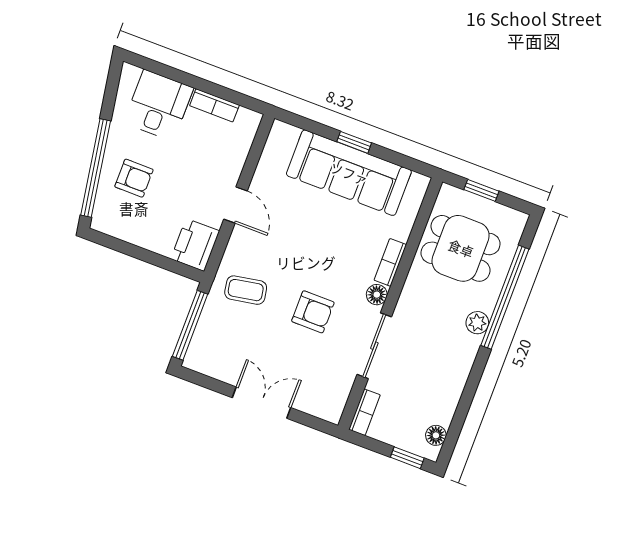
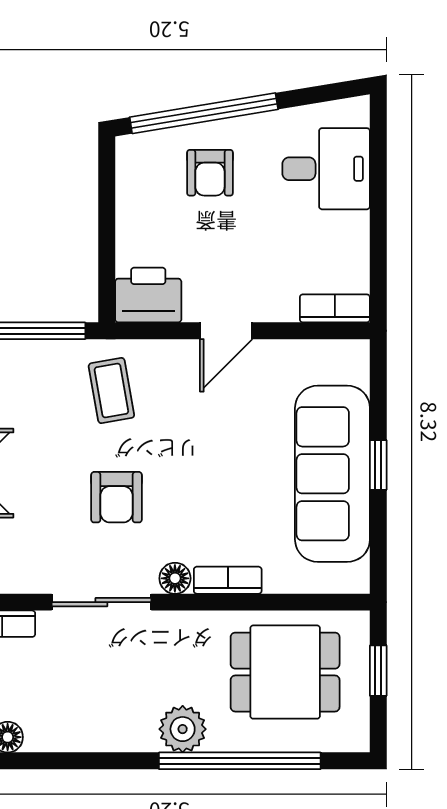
bookcase: (214, 105) -> (335, 308), moved, turned 90
dining table: (461, 248) -> (285, 672), turned 90
plant: (477, 323) -> (183, 729), width x1.38, depth x1.38

